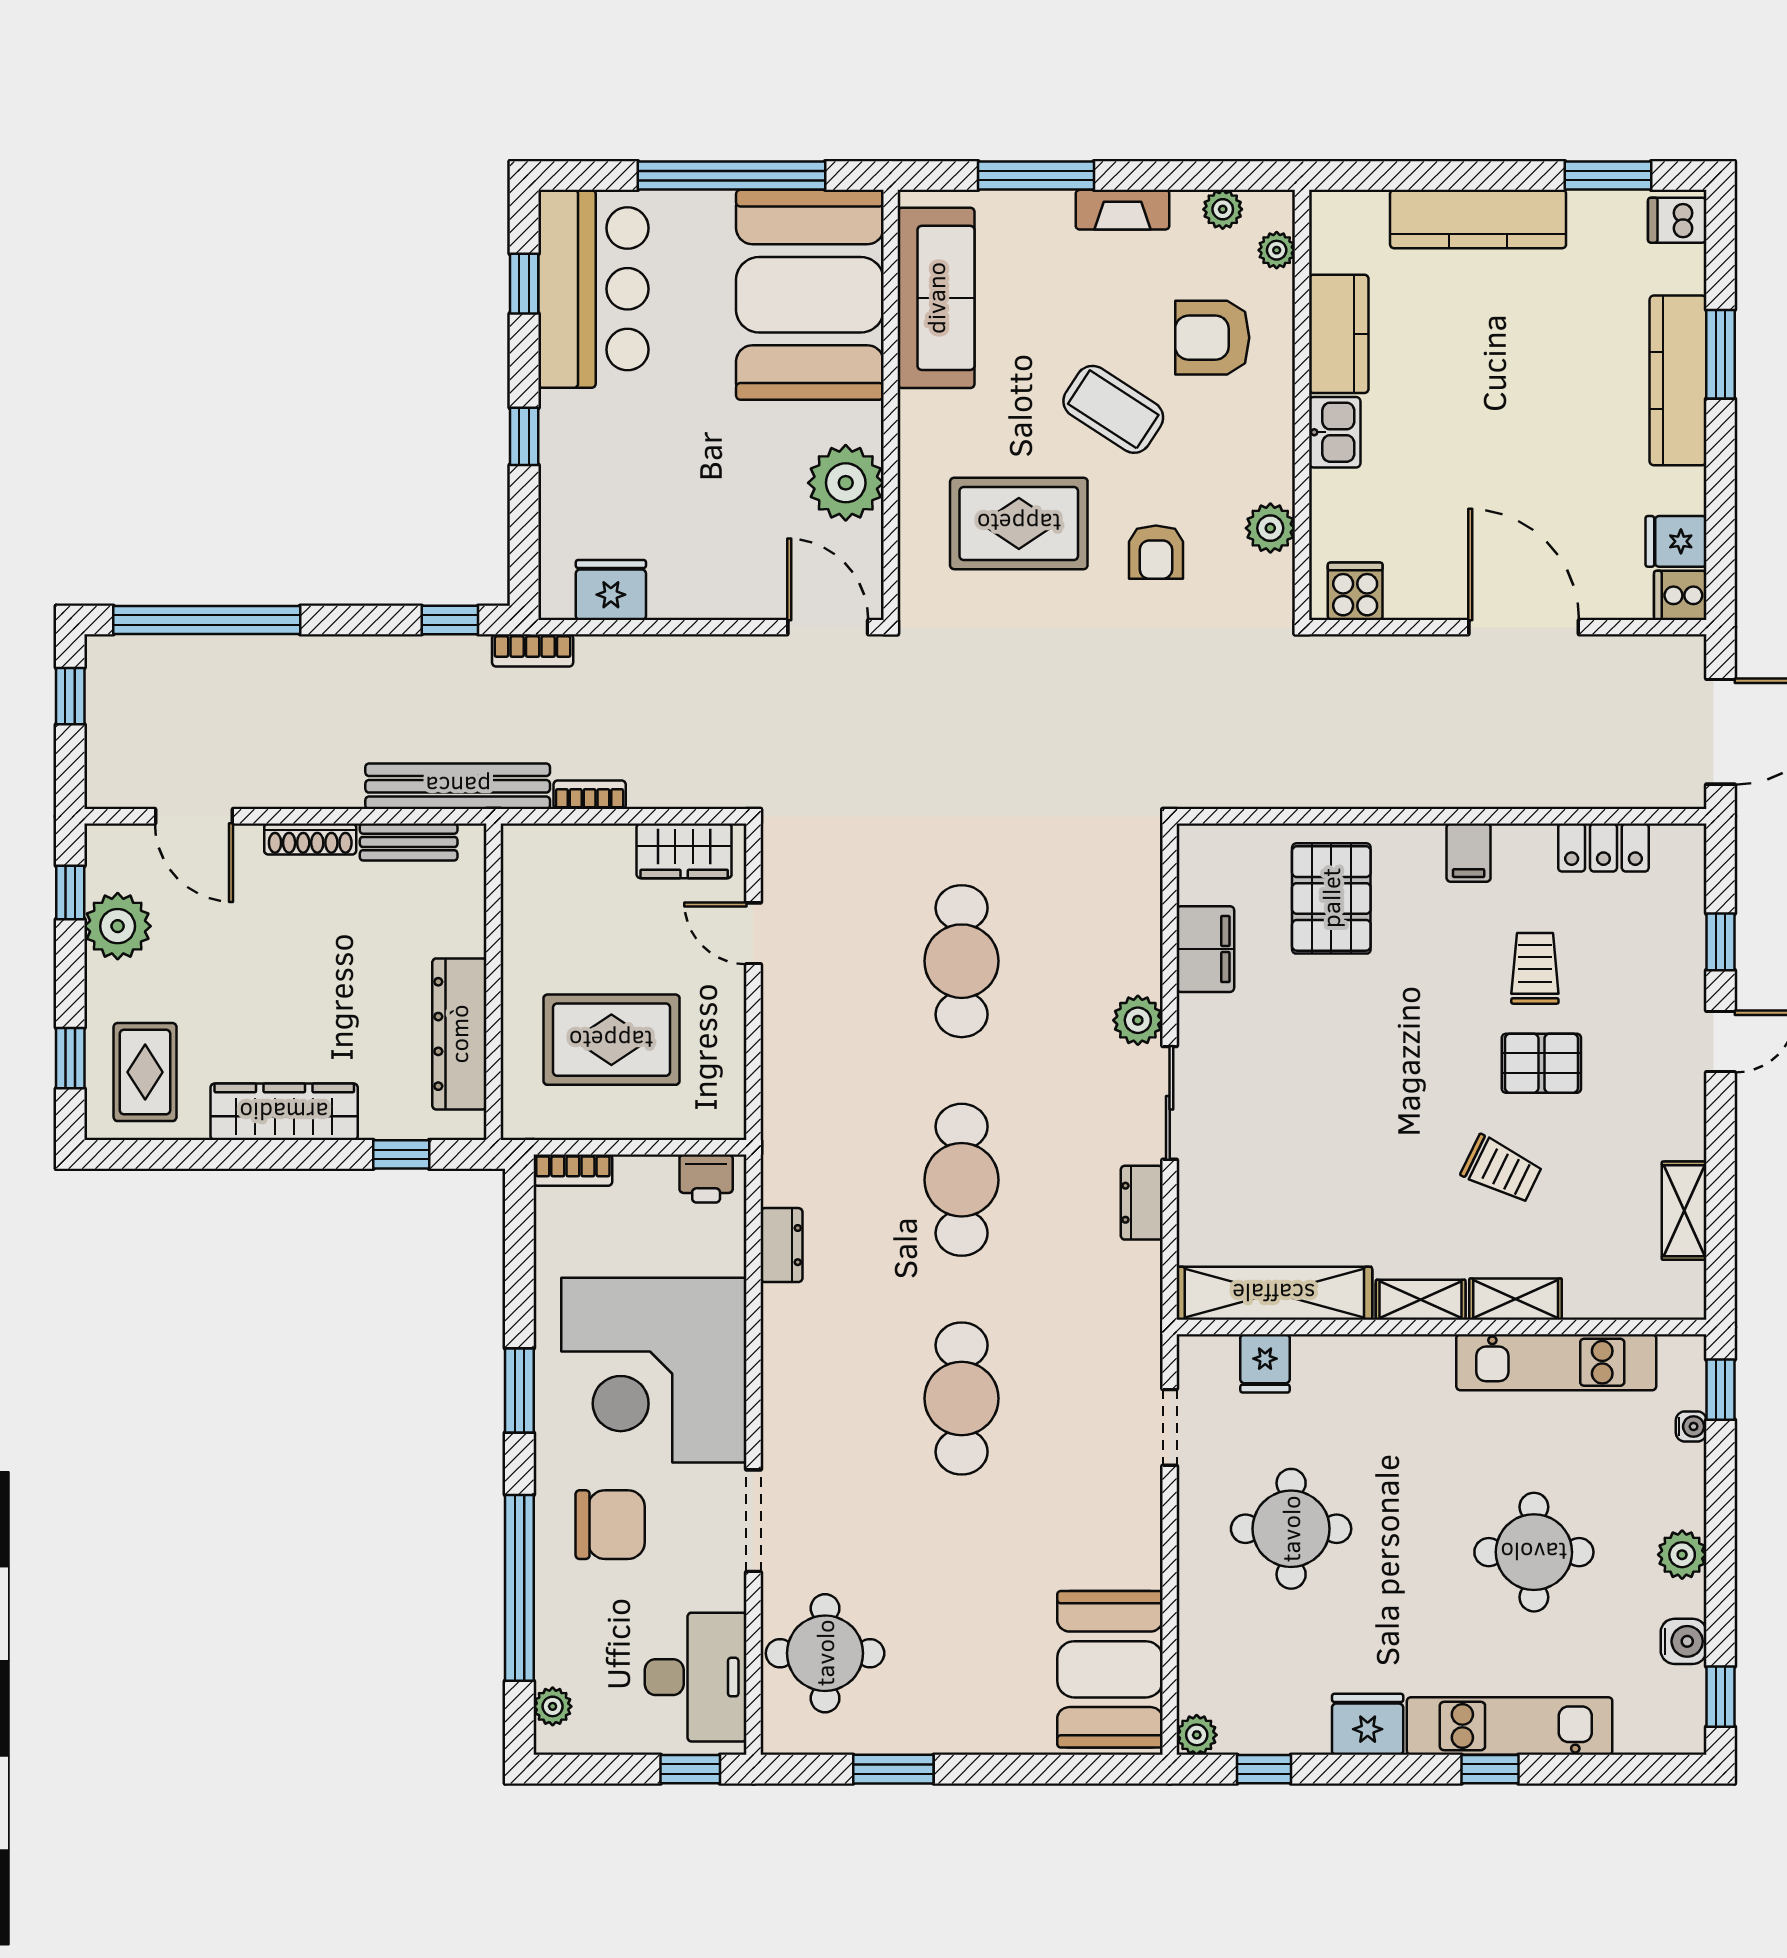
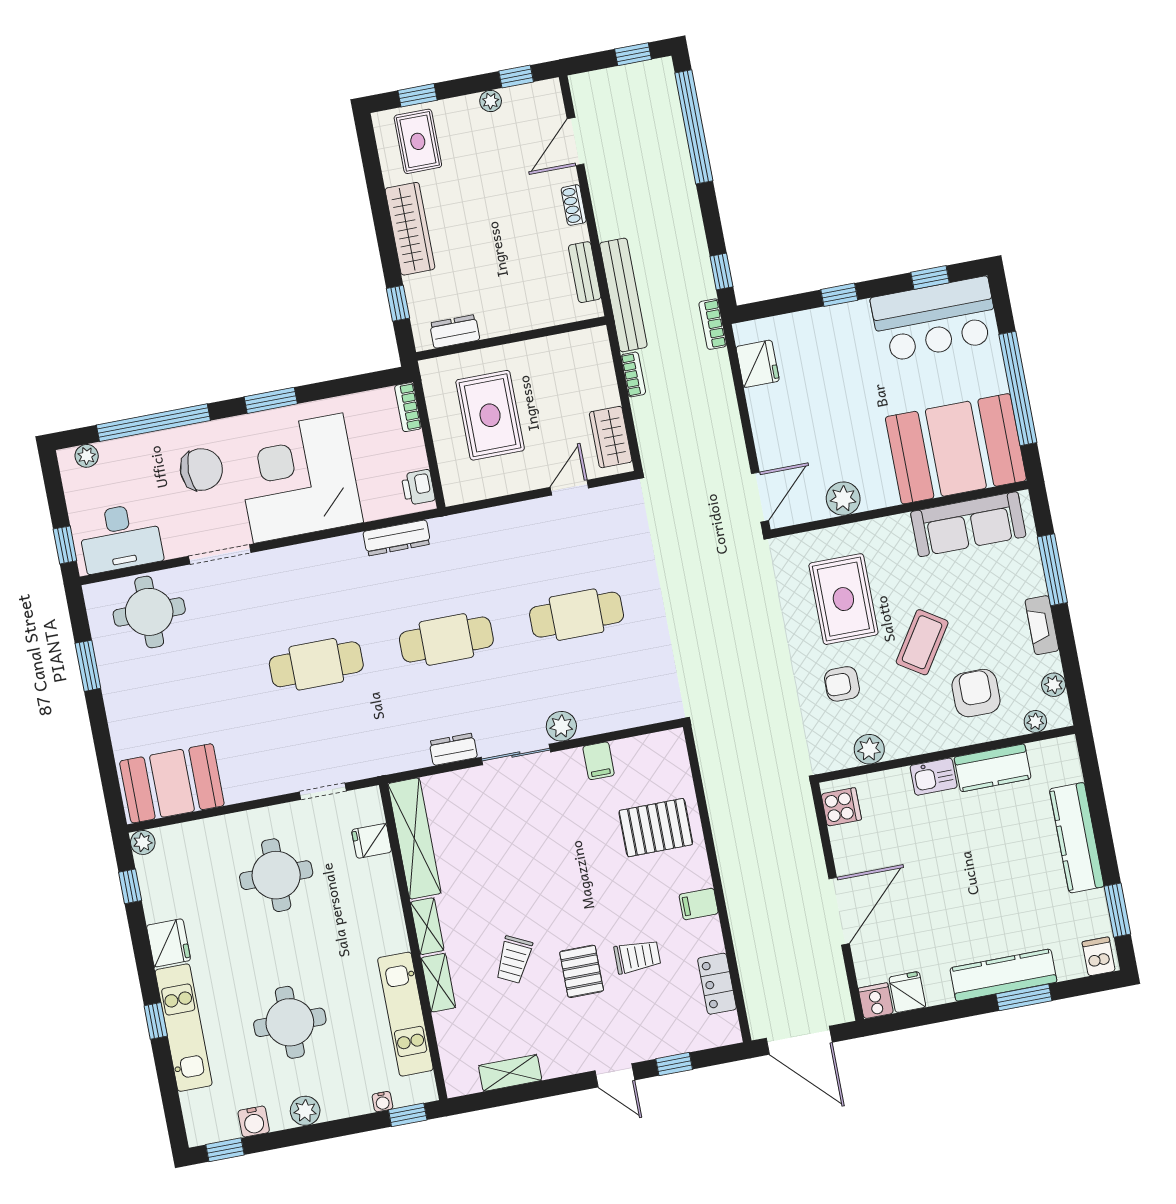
plant: (846, 483) -> (843, 499), width x0.73, depth x0.73
shoe rack: (310, 839) -> (574, 205), width x0.70
plant: (118, 926) -> (491, 101), width x0.53, depth x0.53
filing cabinet: (1205, 949) -> (599, 761), width x0.50
dresser: (459, 1034) -> (455, 331), width x0.51, depth x0.80
rug: (145, 1072) -> (418, 141), turned 90
dresser: (781, 1245) -> (397, 538), width x1.44
chair: (610, 1525) -> (201, 470), turned -90

